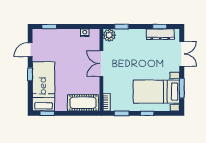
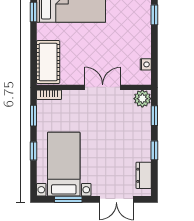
window: (160, 27) -> (154, 150), moved
dresser: (160, 34) -> (144, 175), width x0.70

